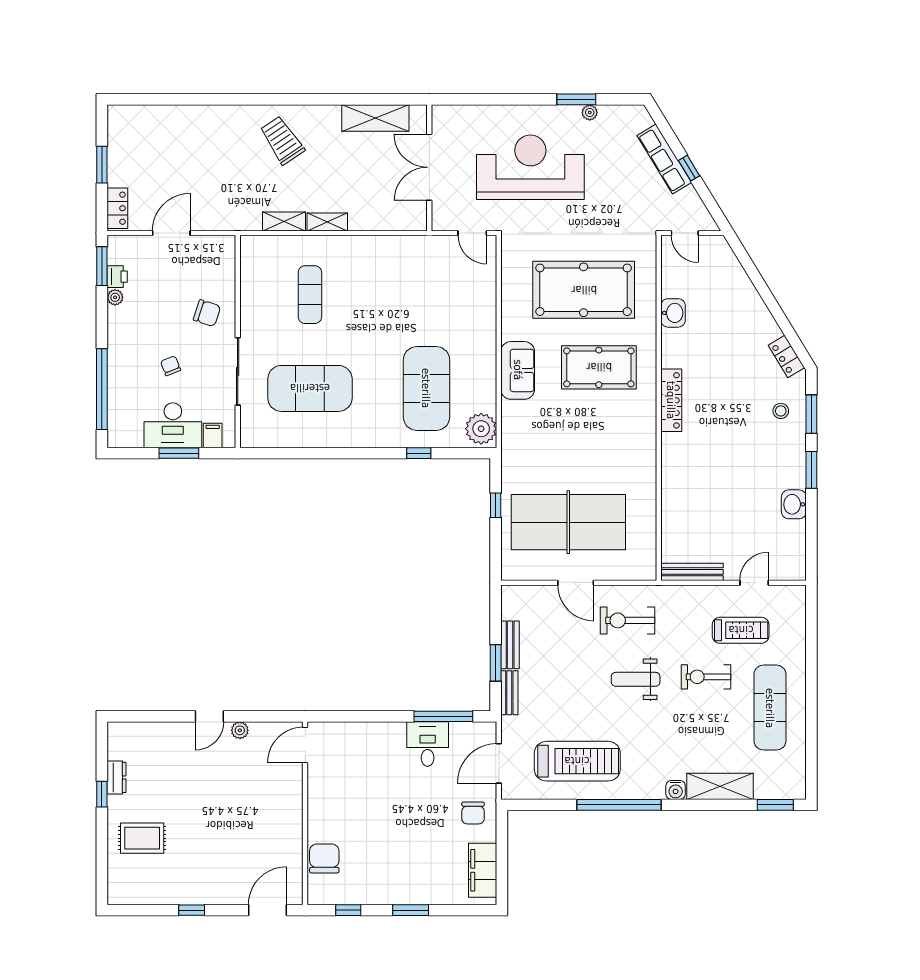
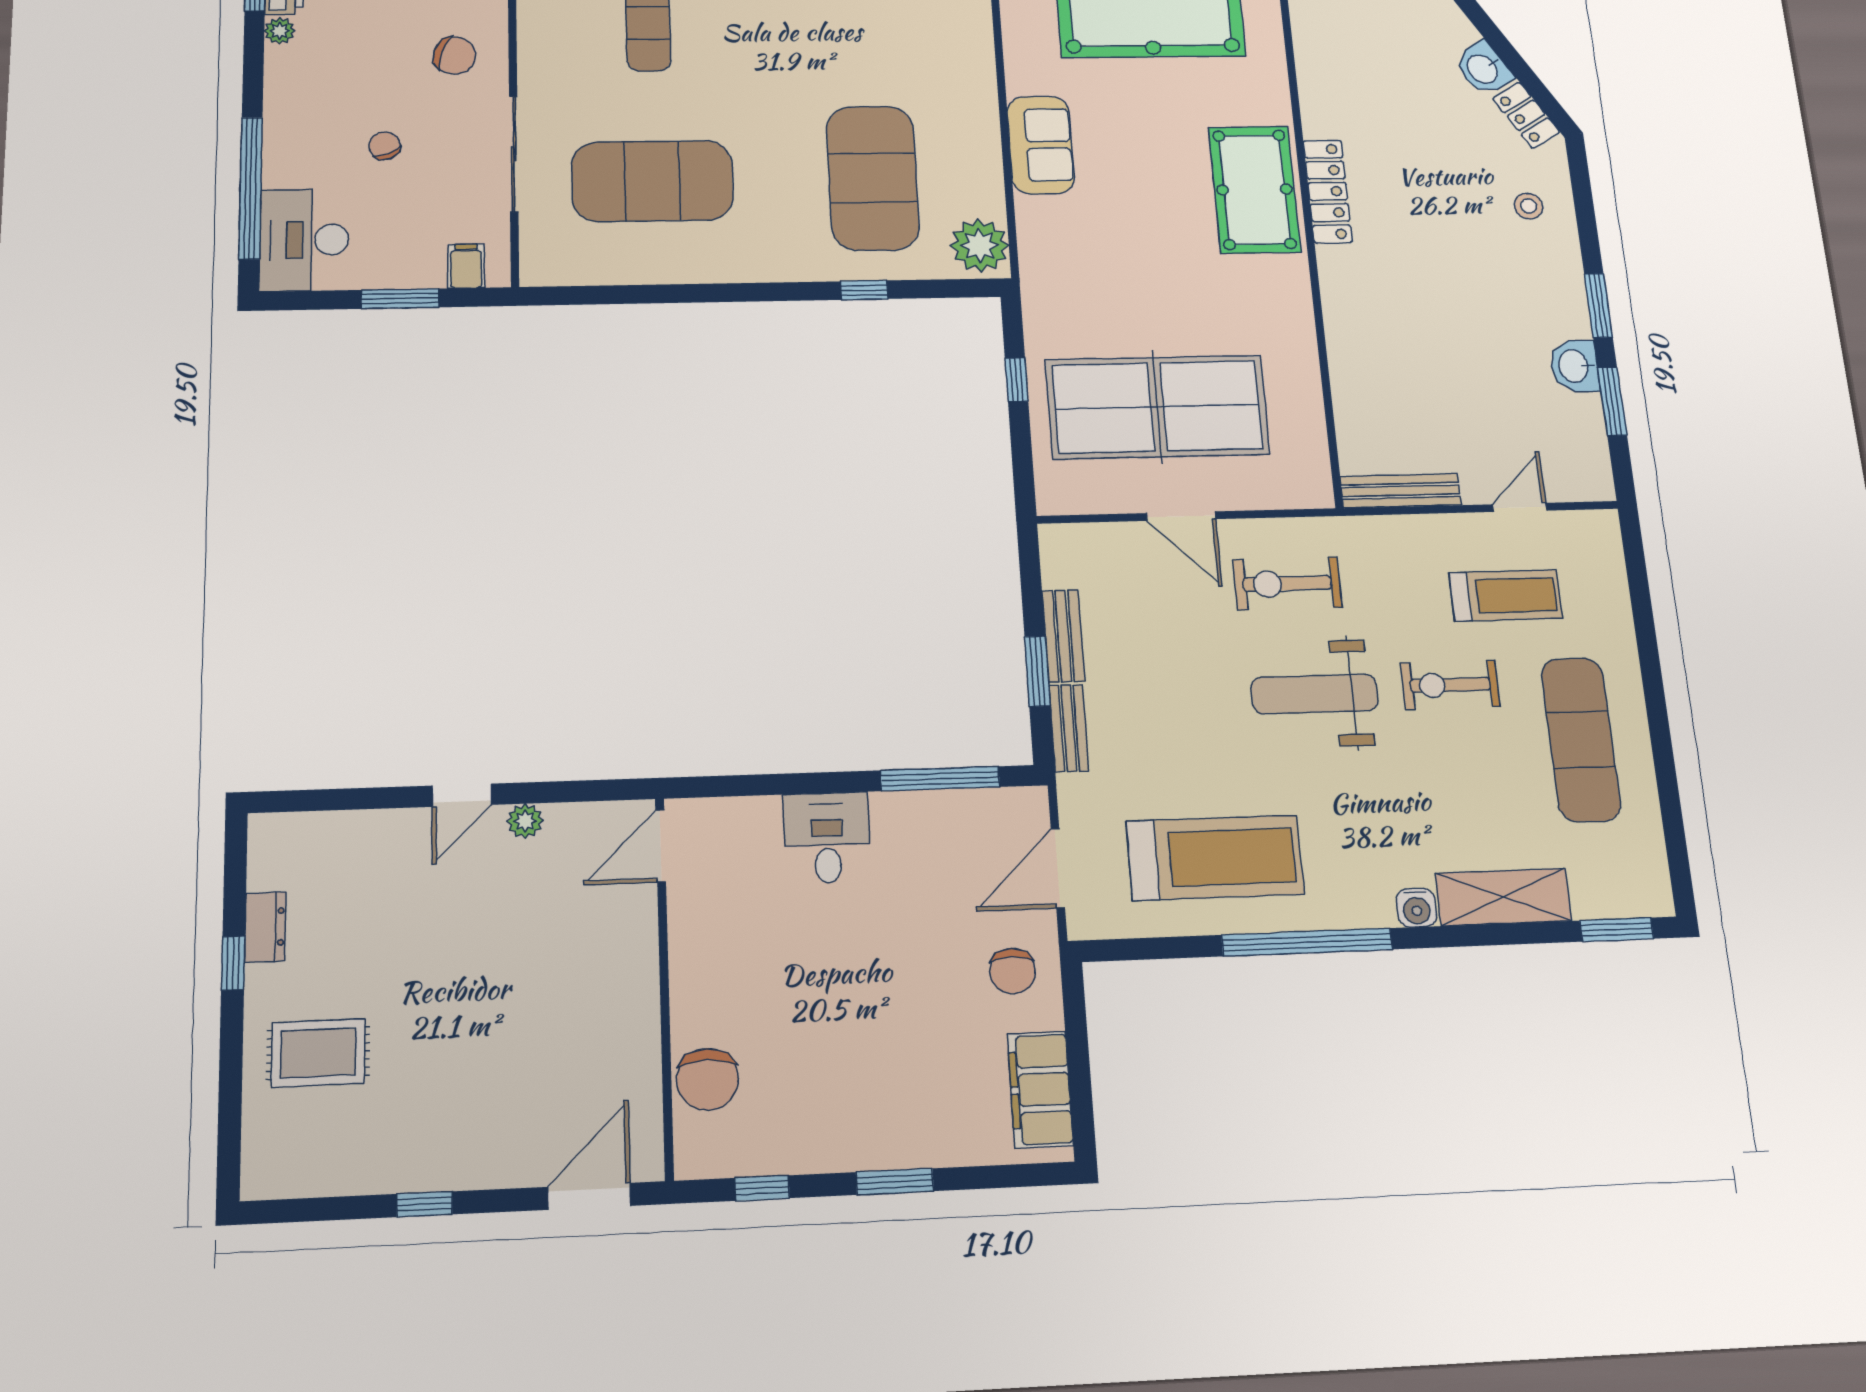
washbasin: (673, 313) -> (1483, 69), moved, turned 149
pool table: (599, 367) -> (1254, 190), moved, turned 90
window: (811, 414) -> (1612, 401), moved
desk: (173, 425) -> (304, 240), moved, turned 90
weight bench: (636, 679) -> (1314, 694), width x1.36, depth x1.33
desk: (428, 744) -> (827, 838), moved
chair: (324, 858) -> (708, 1079), turned 180

